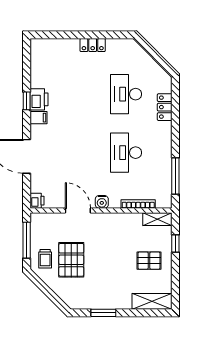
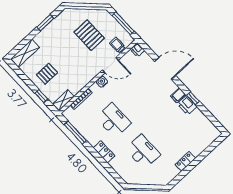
locker: (165, 107) -> (104, 152), moved
trolley: (45, 259) -> (117, 45), moved

